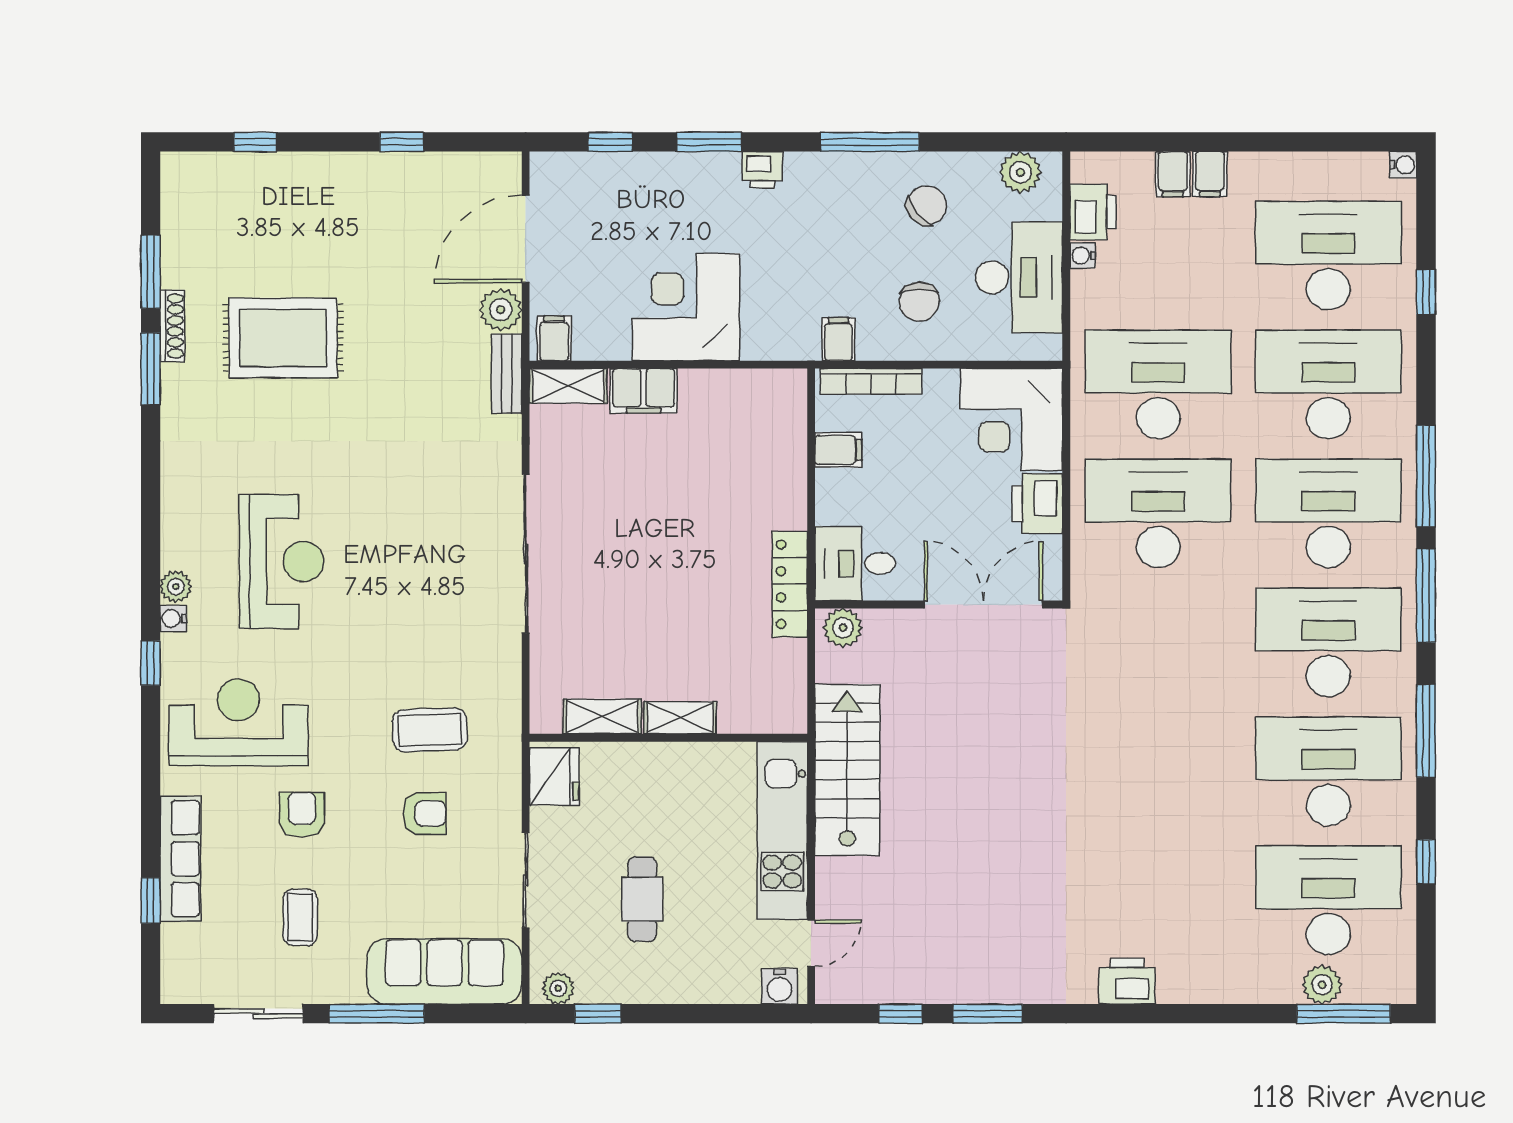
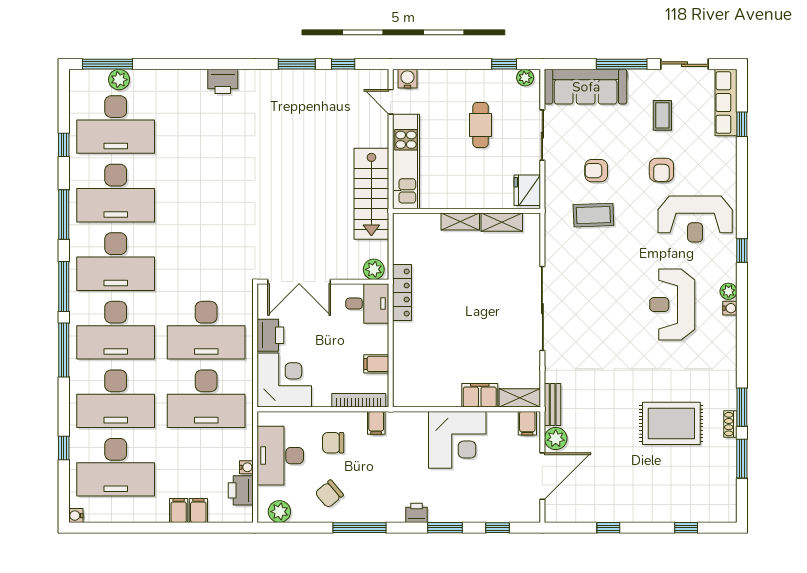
chair: (919, 302) -> (333, 443), turned -89
shoe rack: (172, 326) -> (730, 424), width x0.70
water cooler: (173, 618) -> (730, 308), moved
row of seats: (180, 859) -> (726, 103), moved
door: (811, 943) -> (391, 102), hinge flipped

